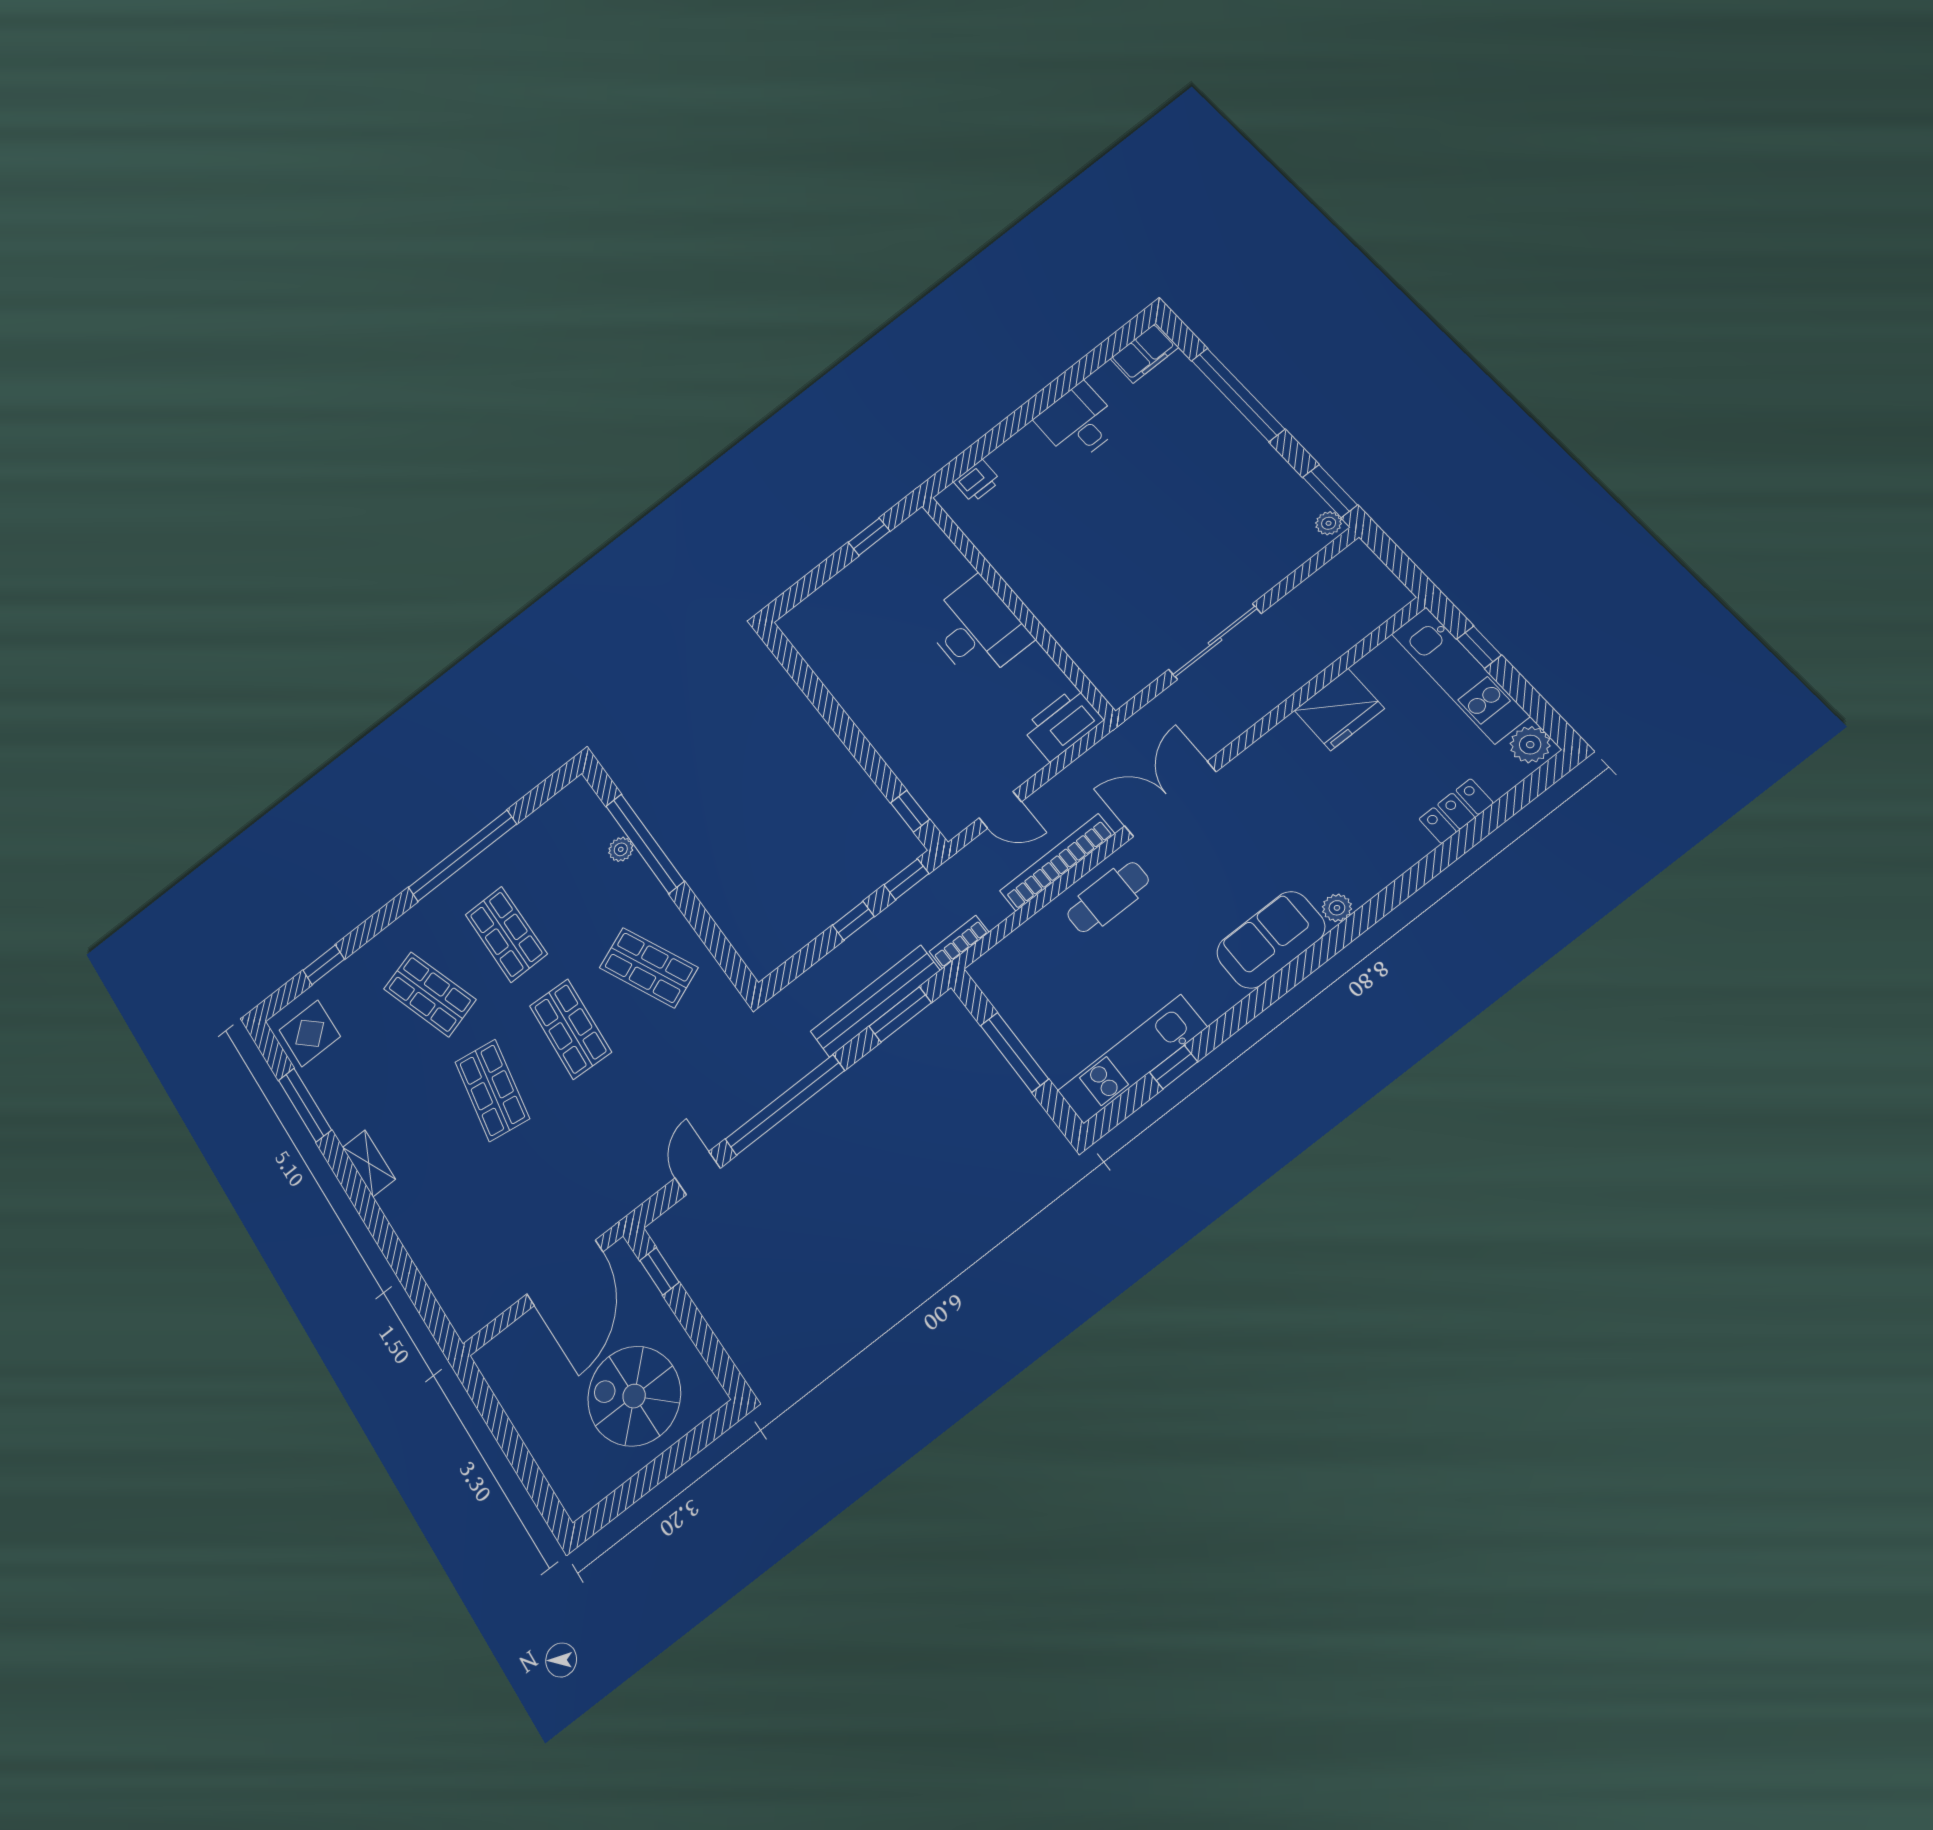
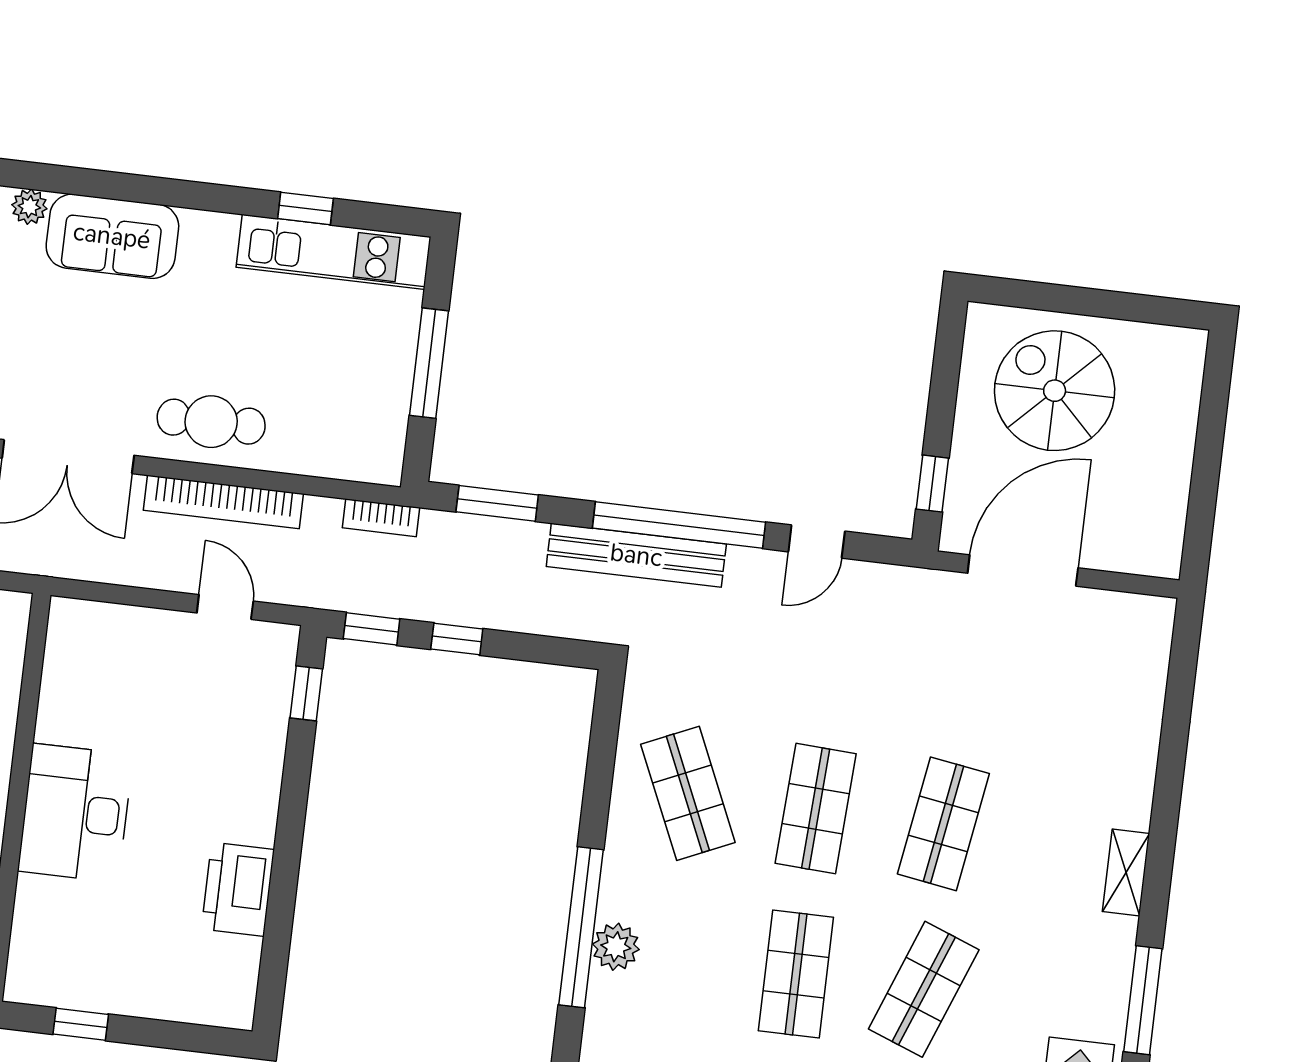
printer: (1063, 724) -> (238, 889), moved, turned 90
plant: (621, 849) -> (616, 947), width x1.38, depth x1.38
shop shelf: (430, 994) -> (924, 989), turned 39
bench: (875, 1001) -> (636, 555), moved
spiral stairs: (634, 1396) -> (1055, 391), turned 180

